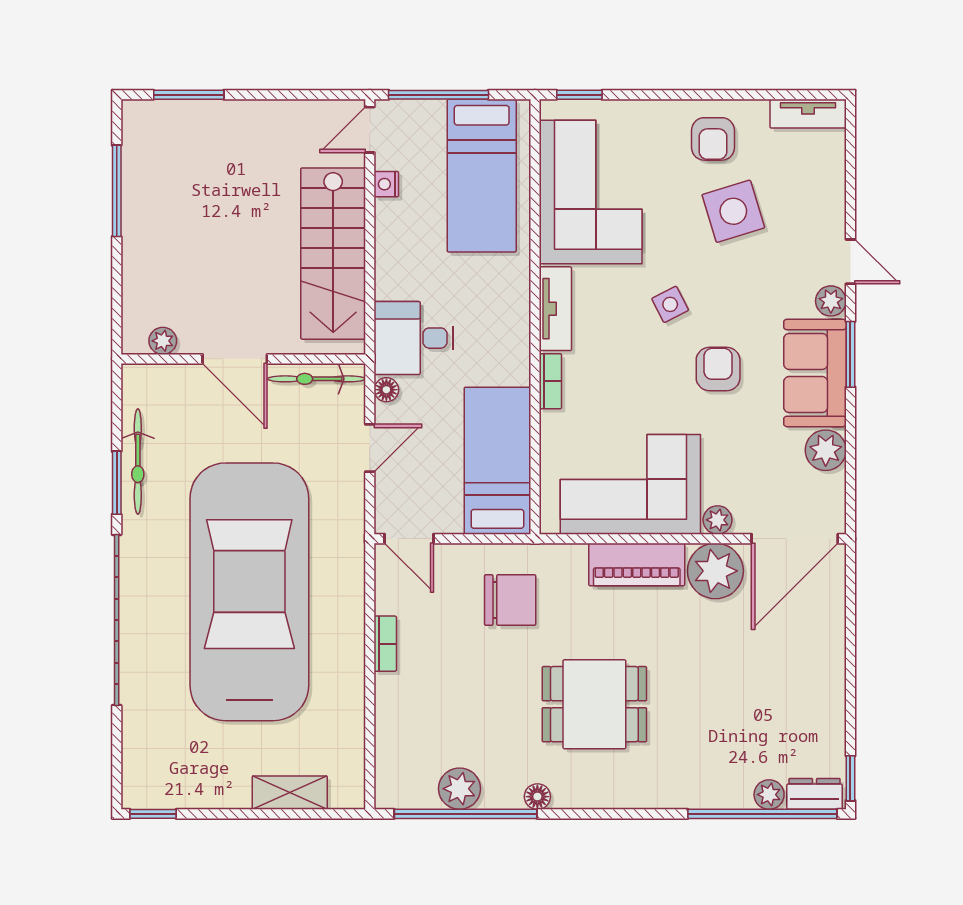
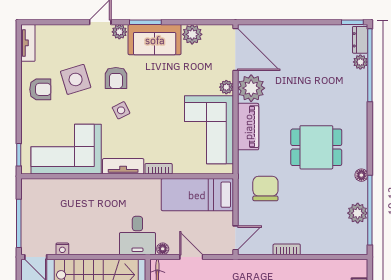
bed: (482, 176) -> (58, 202), removed
armchair: (718, 369) -> (116, 78), moved, turned -90
dining table: (594, 704) -> (316, 147), turned 90

